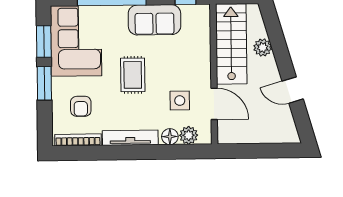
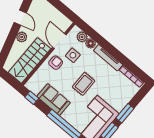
plant: (263, 48) -> (22, 37), moved
armchair: (81, 106) -> (56, 63), moved

